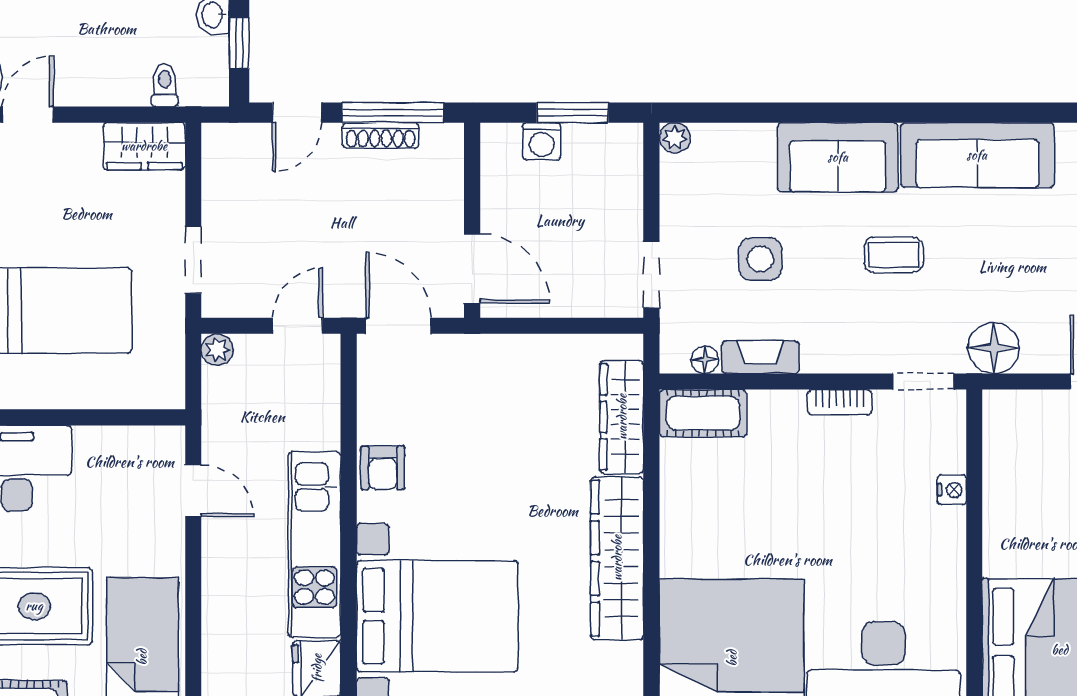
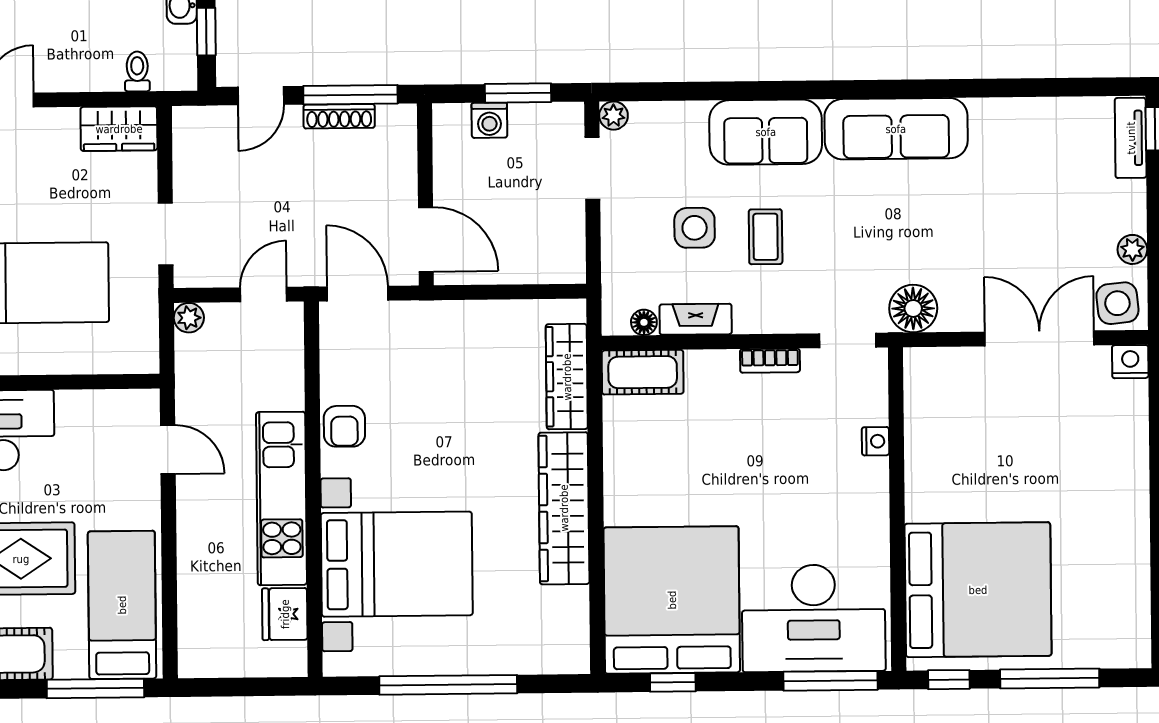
coffee table: (894, 255) -> (766, 237), moved, turned 90
doorway: (651, 274) -> (592, 168), moved

